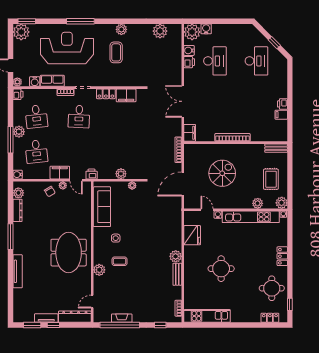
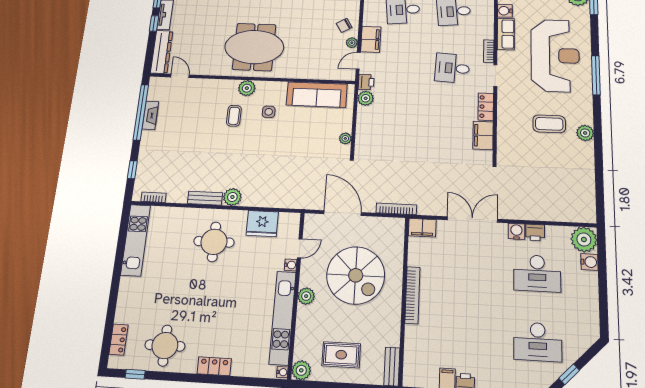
plant: (160, 31) -> (584, 190), removed
water cooler: (189, 50) -> (516, 231), moved
spiral stairs: (222, 173) -> (356, 275), width x1.37, depth x1.37
plant: (121, 174) -> (366, 98), moved
plant: (258, 203) -> (306, 296), moved
round table: (221, 269) -> (214, 242), moved
plant: (99, 270) -> (247, 88), moved

